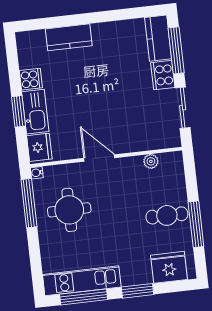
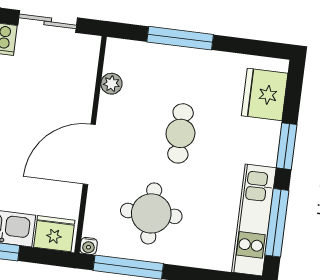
door: (99, 158) -> (89, 154), width x1.36
cafe table: (167, 215) -> (180, 133), moved
window: (196, 224) -> (180, 38), moved

